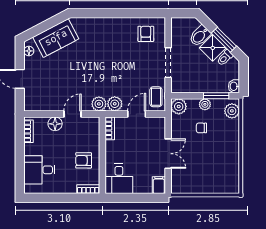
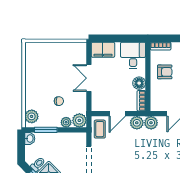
plant: (205, 104) -> (66, 122), moved
floor lamp: (112, 148) -> (139, 83), added
filing cabinet: (159, 185) -> (103, 50), width x2.00

